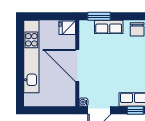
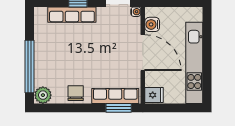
row of seats: (109, 27) -> (115, 96), width x1.48
water cooler: (69, 91) -> (152, 24), added

